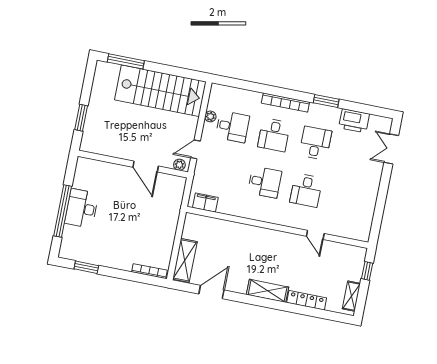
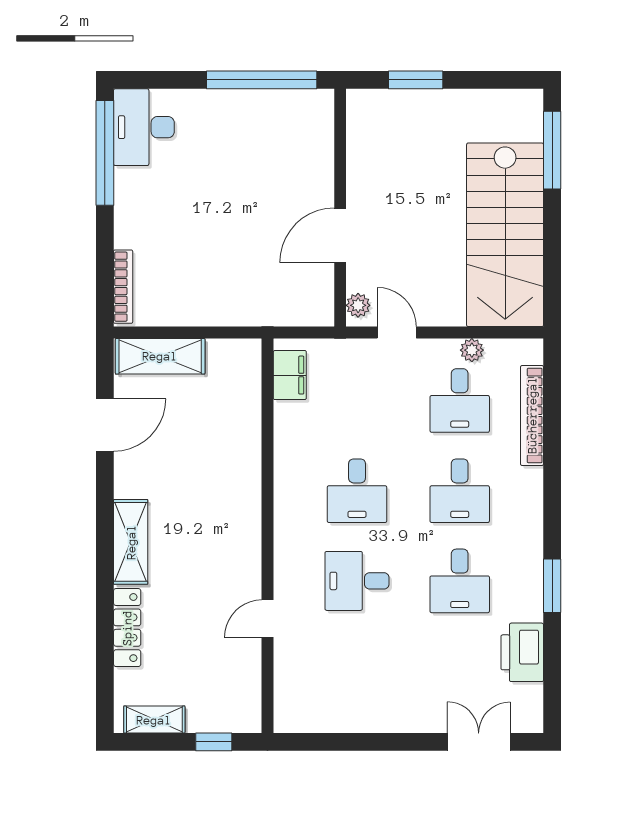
bookcase: (285, 103) -> (532, 415), moved
desk: (274, 135) -> (460, 491), turned -90
desk: (315, 143) -> (460, 581), turned 90
desk: (82, 208) -> (144, 127), moved, turned -90
window: (63, 211) -> (262, 80), moved
window: (86, 267) -> (105, 153), width x2.11
door: (211, 292) -> (105, 425), hinge flipped

